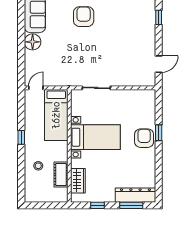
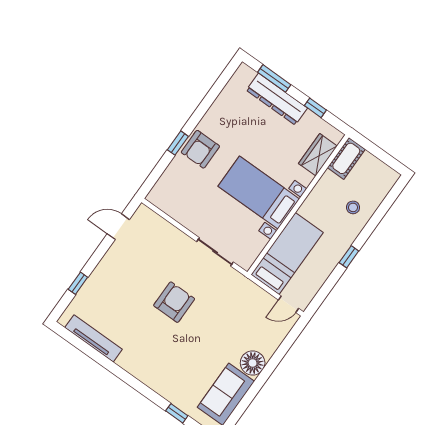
armchair: (84, 17) -> (174, 302), moved, turned 180
cot: (61, 175) -> (346, 158), moved
dresser: (135, 195) -> (277, 99), moved

